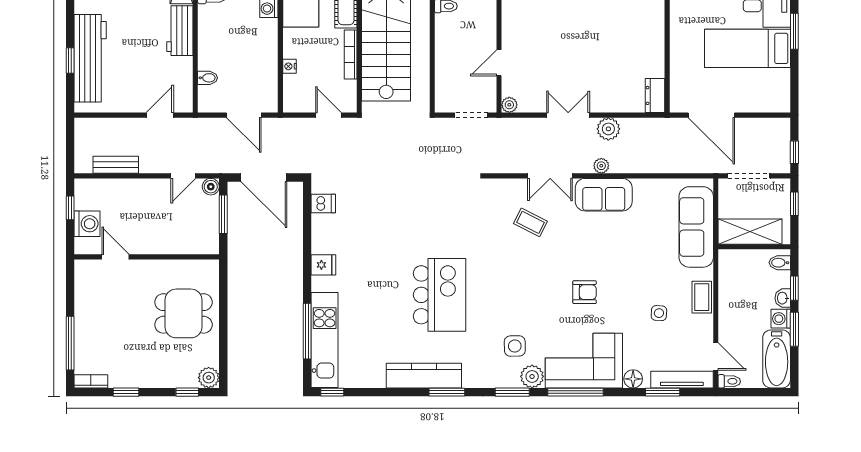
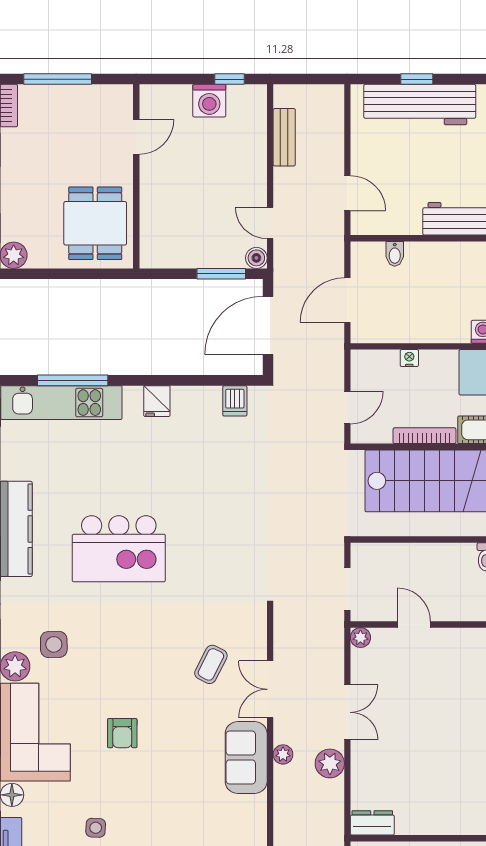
door: (115, 257) -> (136, 137), moved
wall: (147, 257) -> (136, 176), moved

